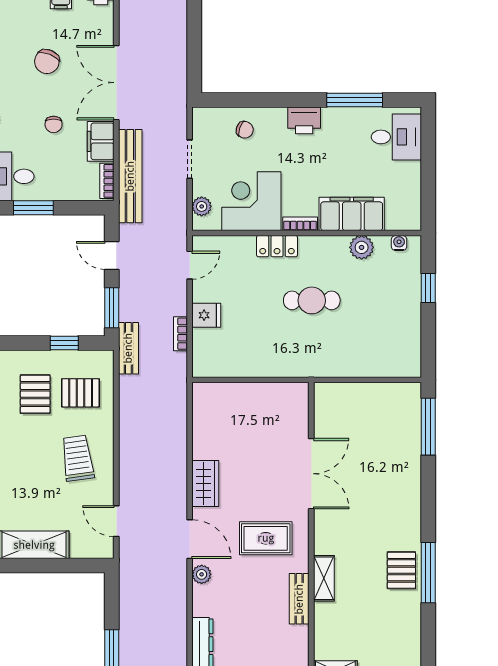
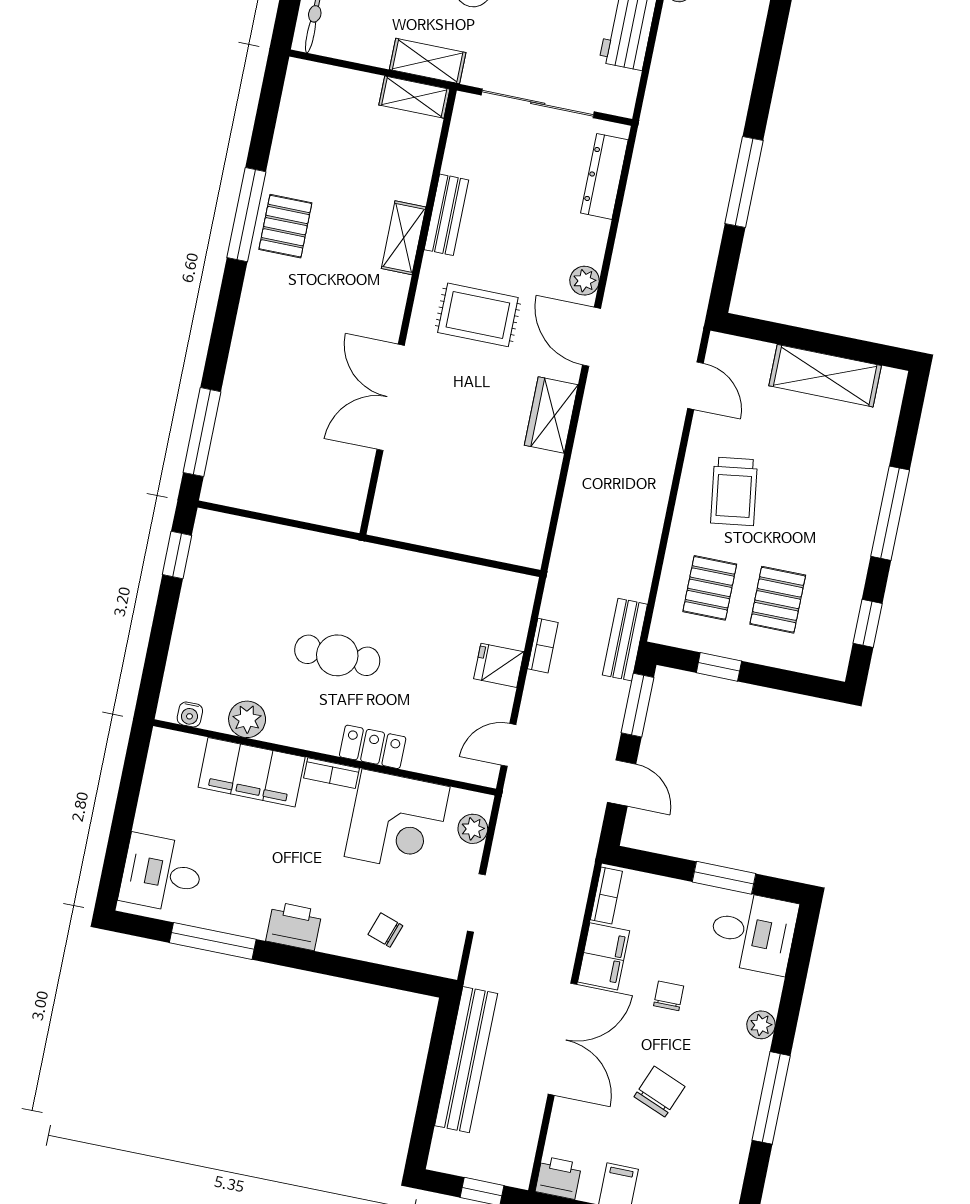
bench: (130, 176) -> (466, 1060), moved
window: (428, 288) -> (177, 555), moved
pallet: (81, 393) -> (710, 588), turned 90

